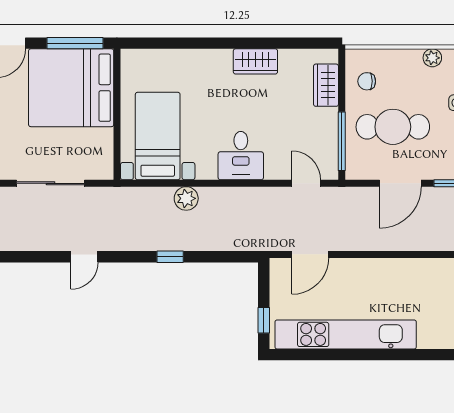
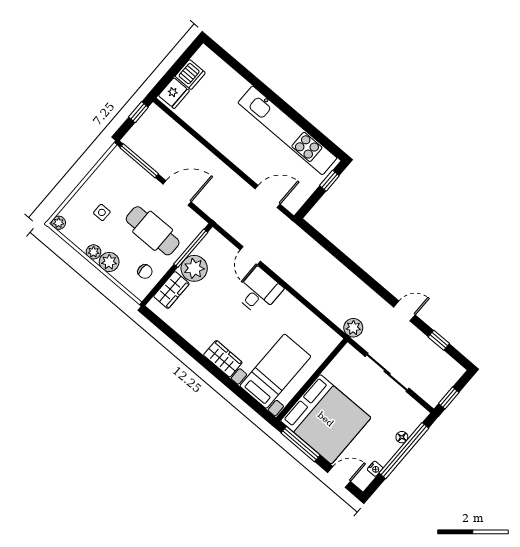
wardrobe: (255, 61) -> (223, 359), moved
plant: (409, 61) -> (109, 262), added
plant: (322, 125) -> (194, 268), added
bed with nightstands: (158, 136) -> (275, 371), moved, turned 180
door: (306, 183) -> (250, 255), moved
plant: (186, 198) -> (353, 328), moved
window: (170, 257) -> (439, 340), moved

